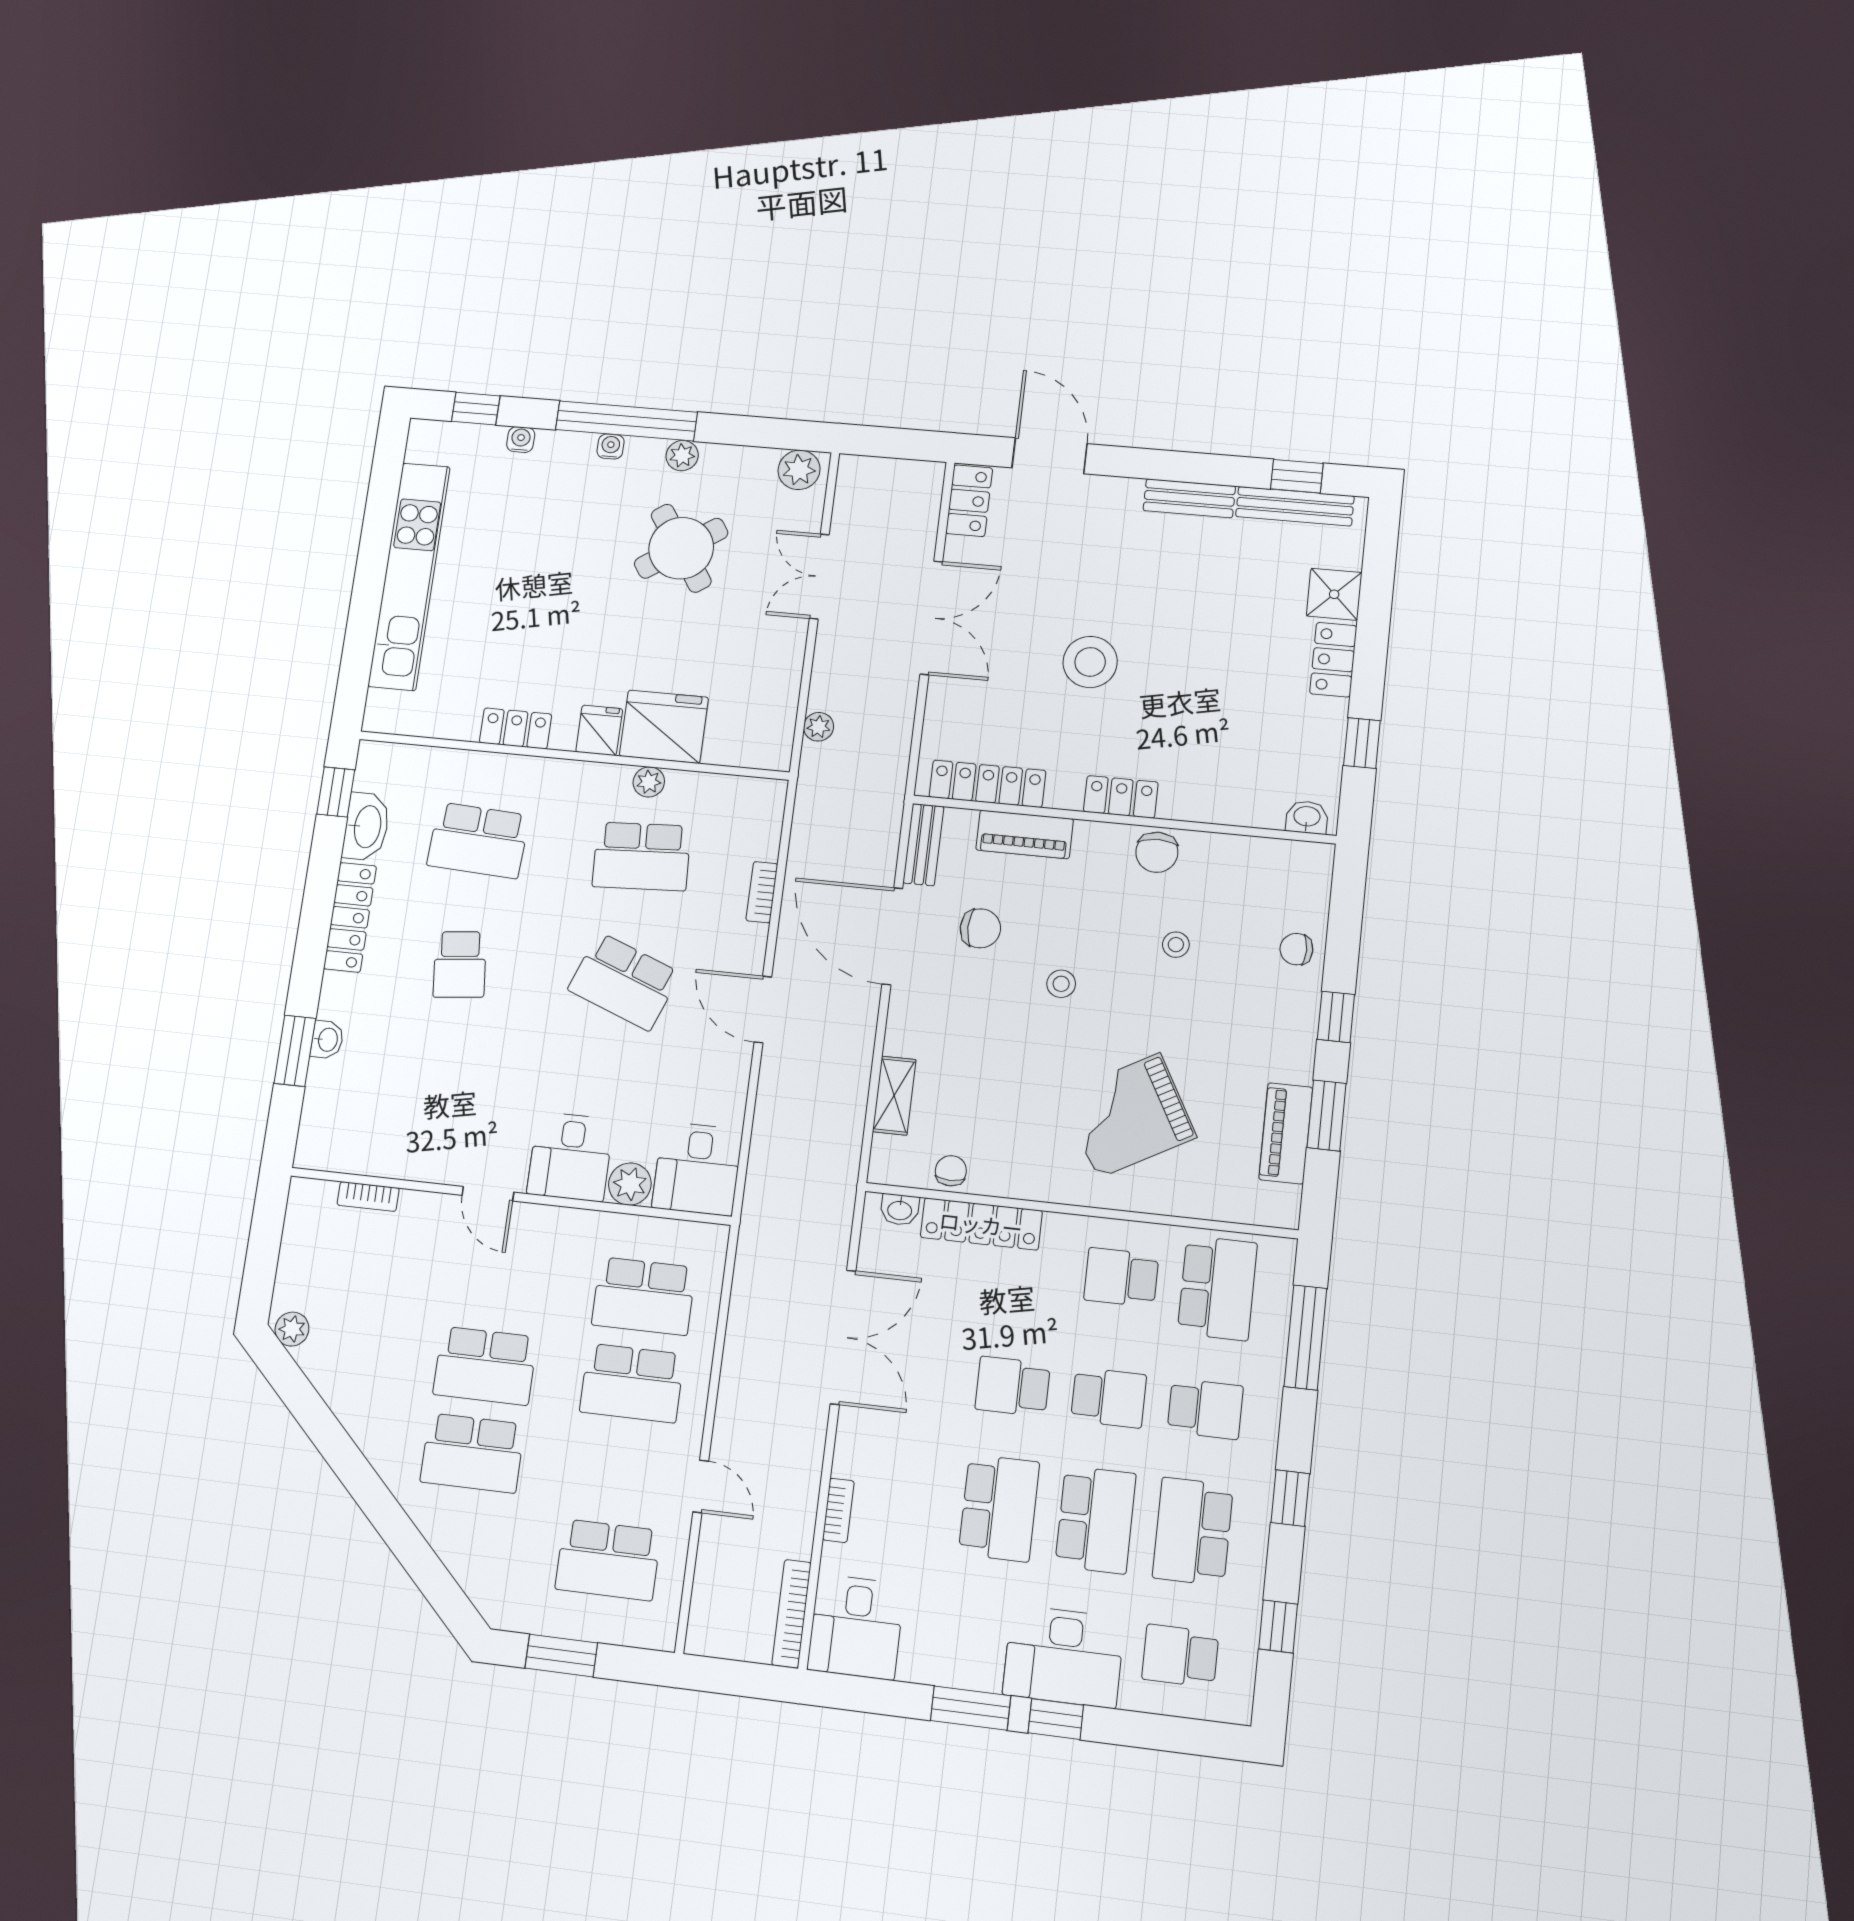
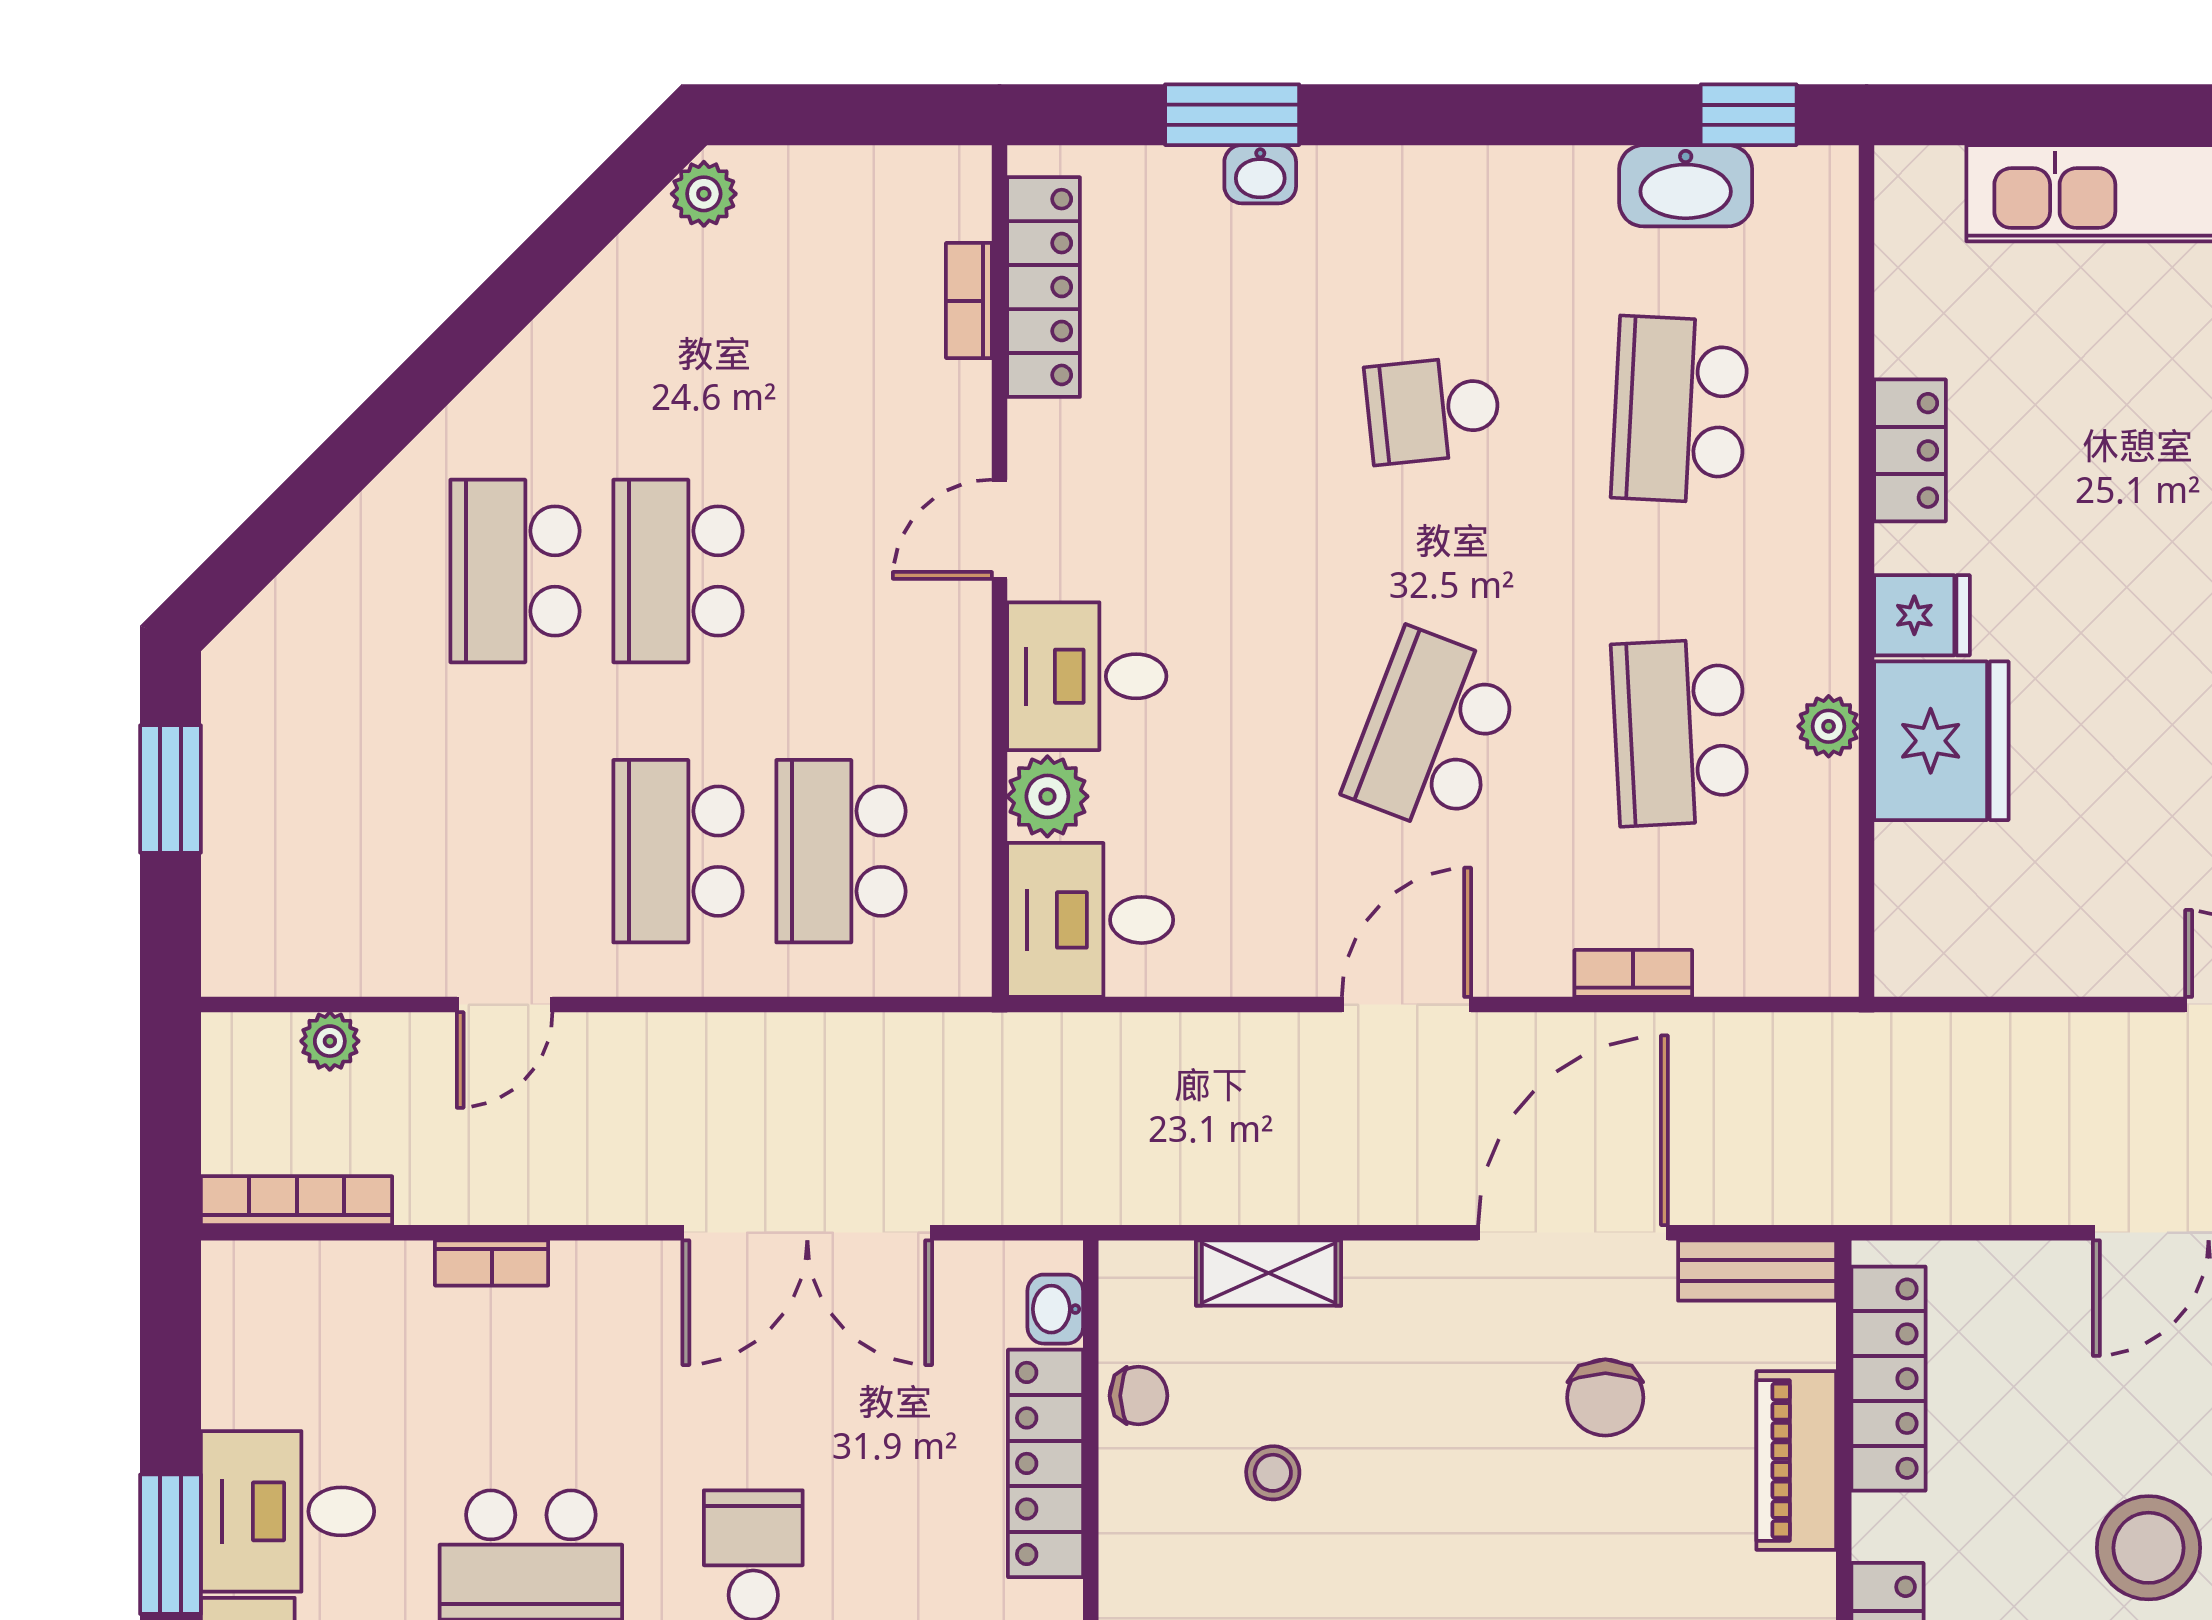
plant: (819, 727) -> (330, 1041), moved
locker: (350, 917) -> (1043, 287), moved, turned -90
stool: (1061, 984) -> (1273, 1473), moved
school desk: (608, 1560) -> (352, 851), removed
desk: (856, 1627) -> (288, 1511), moved

